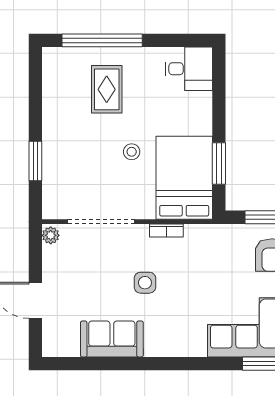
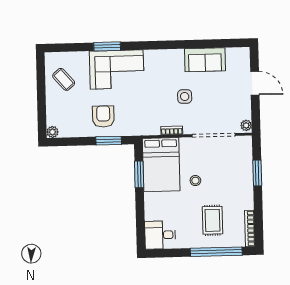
bookcase: (49, 75) -> (250, 228), added

